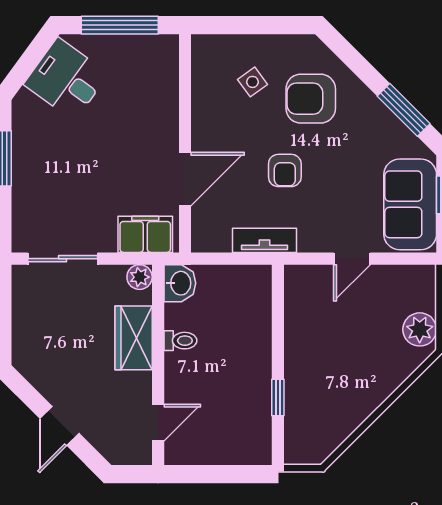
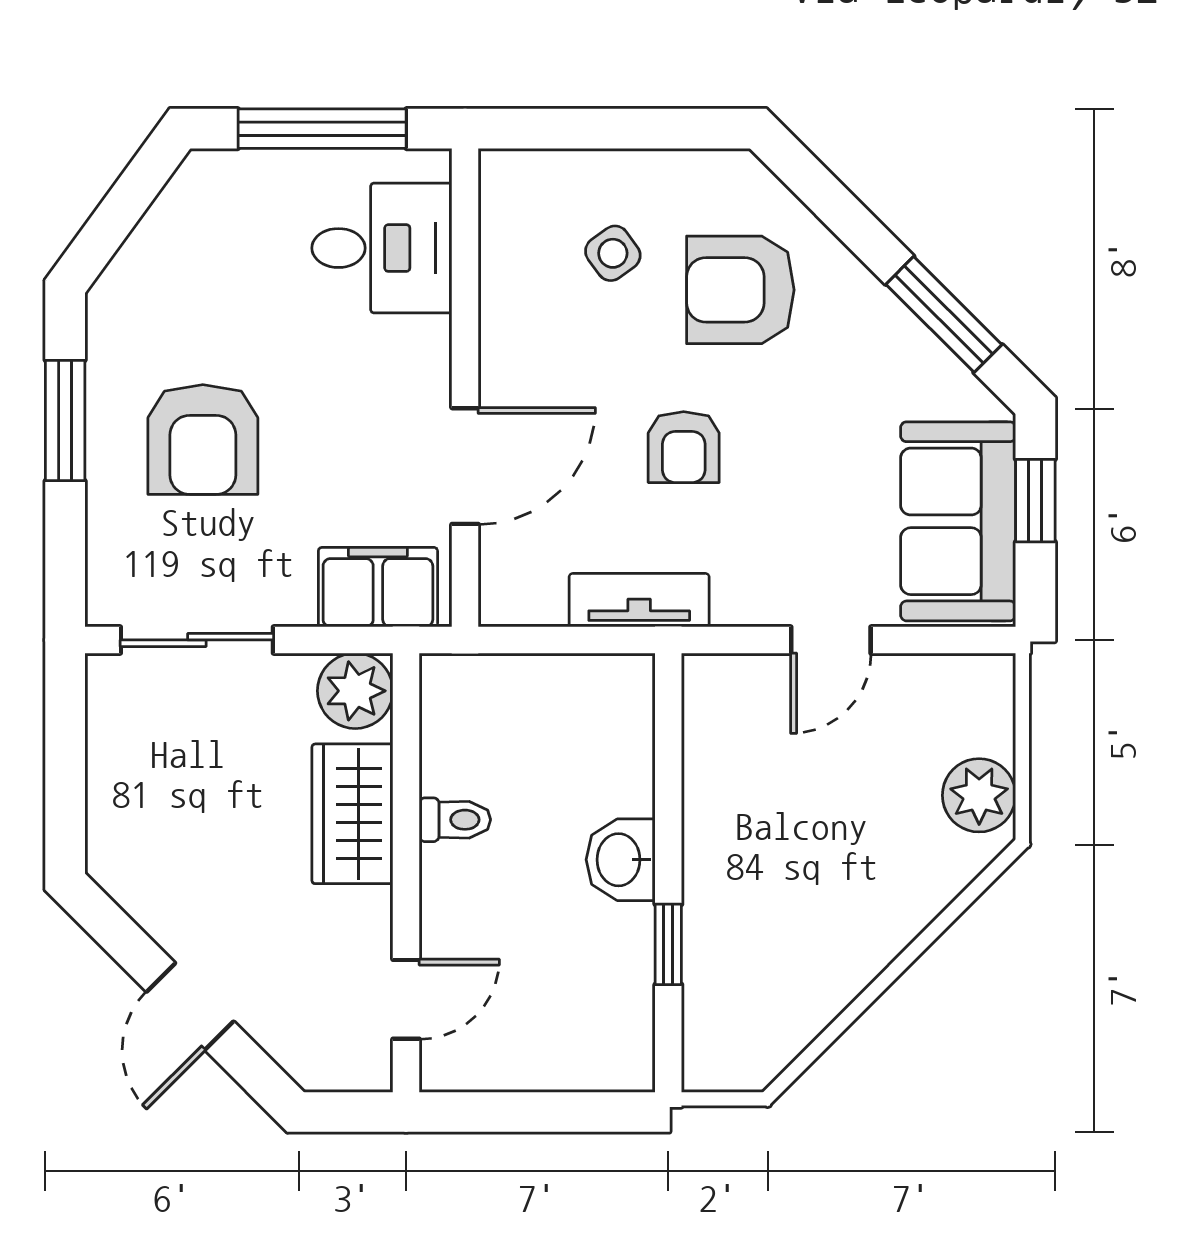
desk: (66, 79) -> (382, 248), moved, turned 144
armchair: (65, 167) -> (203, 440), added
plant: (140, 277) -> (355, 691), width x1.38, depth x1.38
washbasin: (180, 283) -> (621, 860), moved, turned 180

